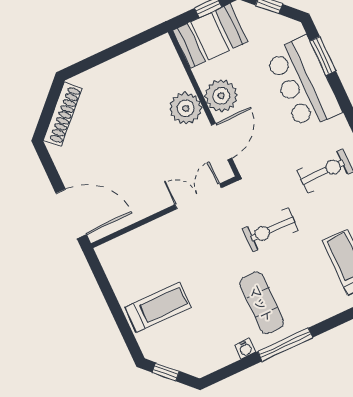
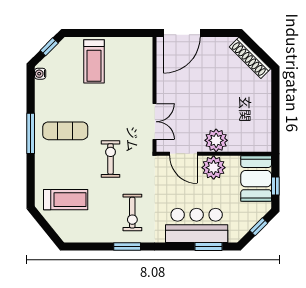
water cooler: (245, 349) -> (40, 74), moved

